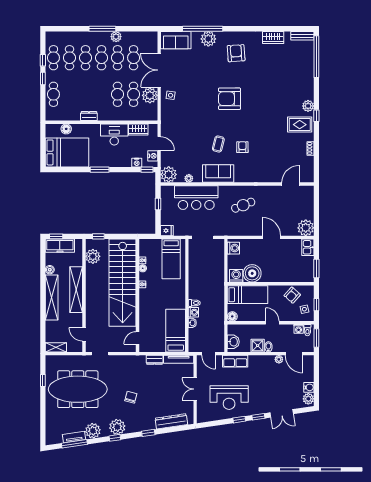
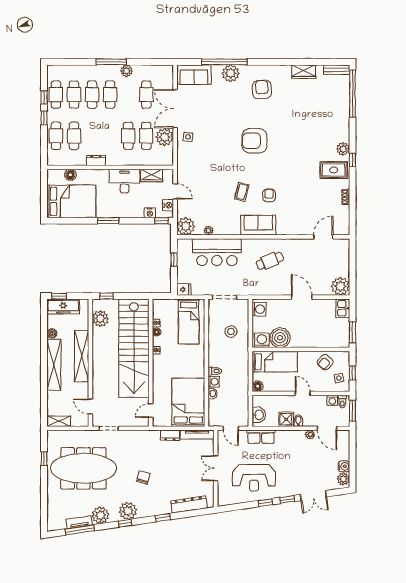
cafe table: (118, 58) -> (74, 136), moved
sofa: (218, 174) -> (258, 225), moved
stool: (209, 268) -> (231, 332), added
bed: (176, 331) -> (188, 402), width x1.50

